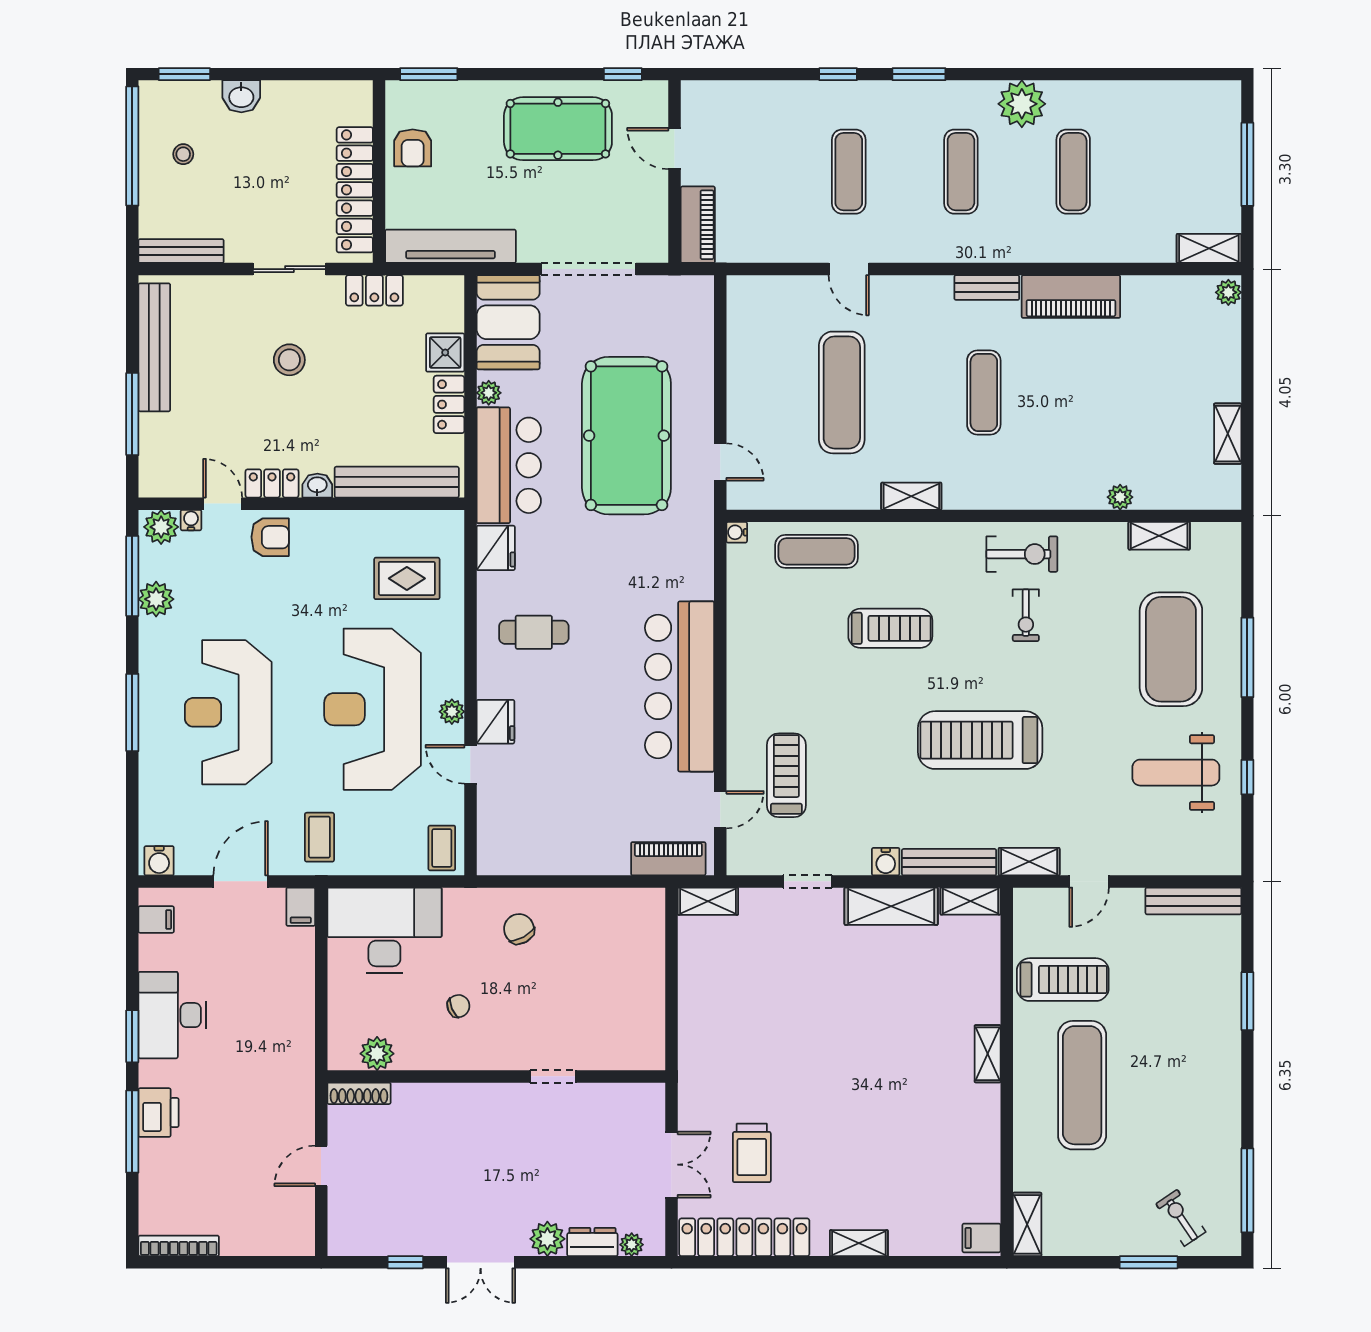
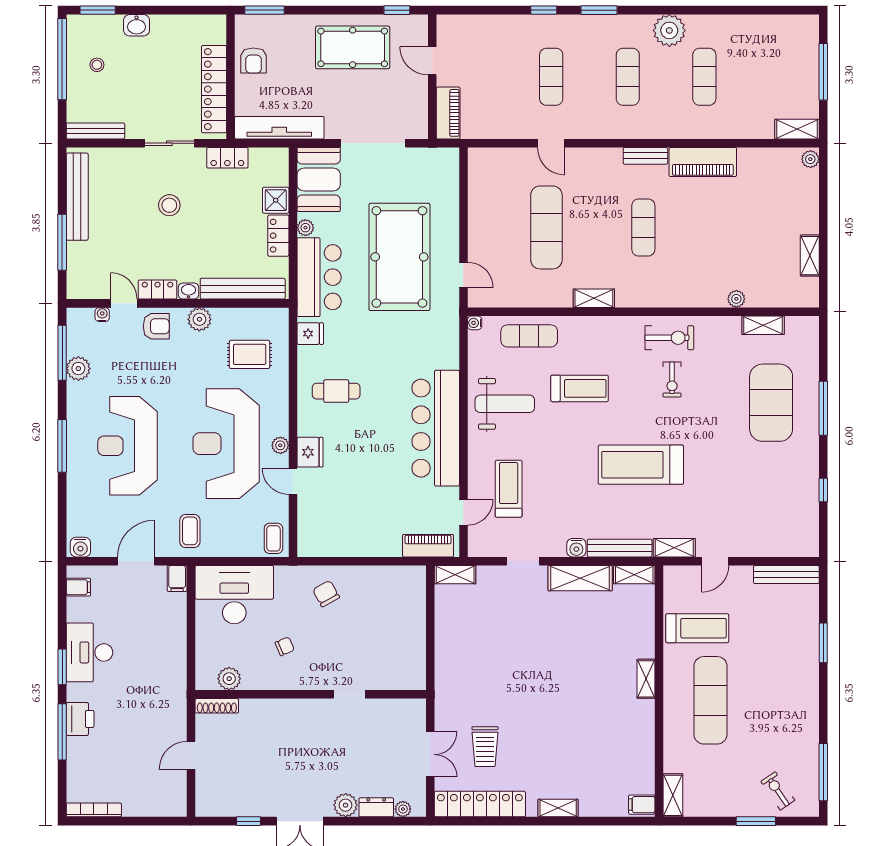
plant: (161, 527) -> (199, 319), moved
fridge: (496, 548) -> (310, 334), width x0.72
weight bench: (1176, 773) -> (505, 404), moved, turned 180

